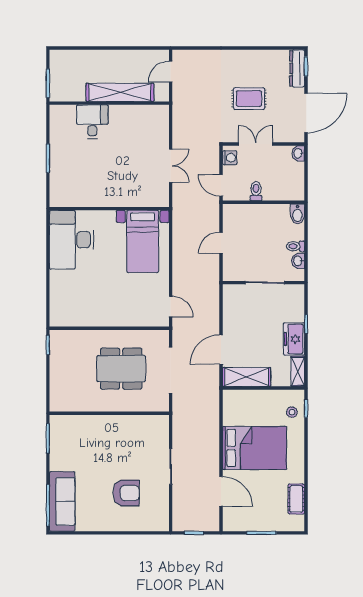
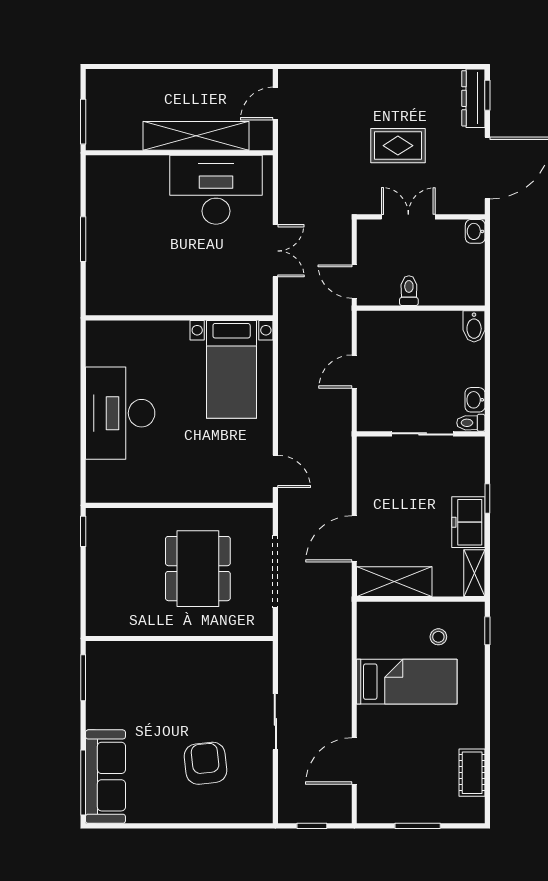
desk: (92, 122) -> (216, 190), moved, width x1.87, depth x1.30
washing machine: (230, 158) -> (368, 238), removed
desk: (72, 240) -> (120, 413), moved
toilet: (296, 246) -> (471, 423), moved
dining table: (121, 369) -> (198, 569), turned 90
stool: (292, 412) -> (438, 637), moved
bed: (255, 448) -> (407, 682), width x0.67
door: (221, 491) -> (354, 761), swing flipped
armchair: (126, 493) -> (206, 763), turned -96

